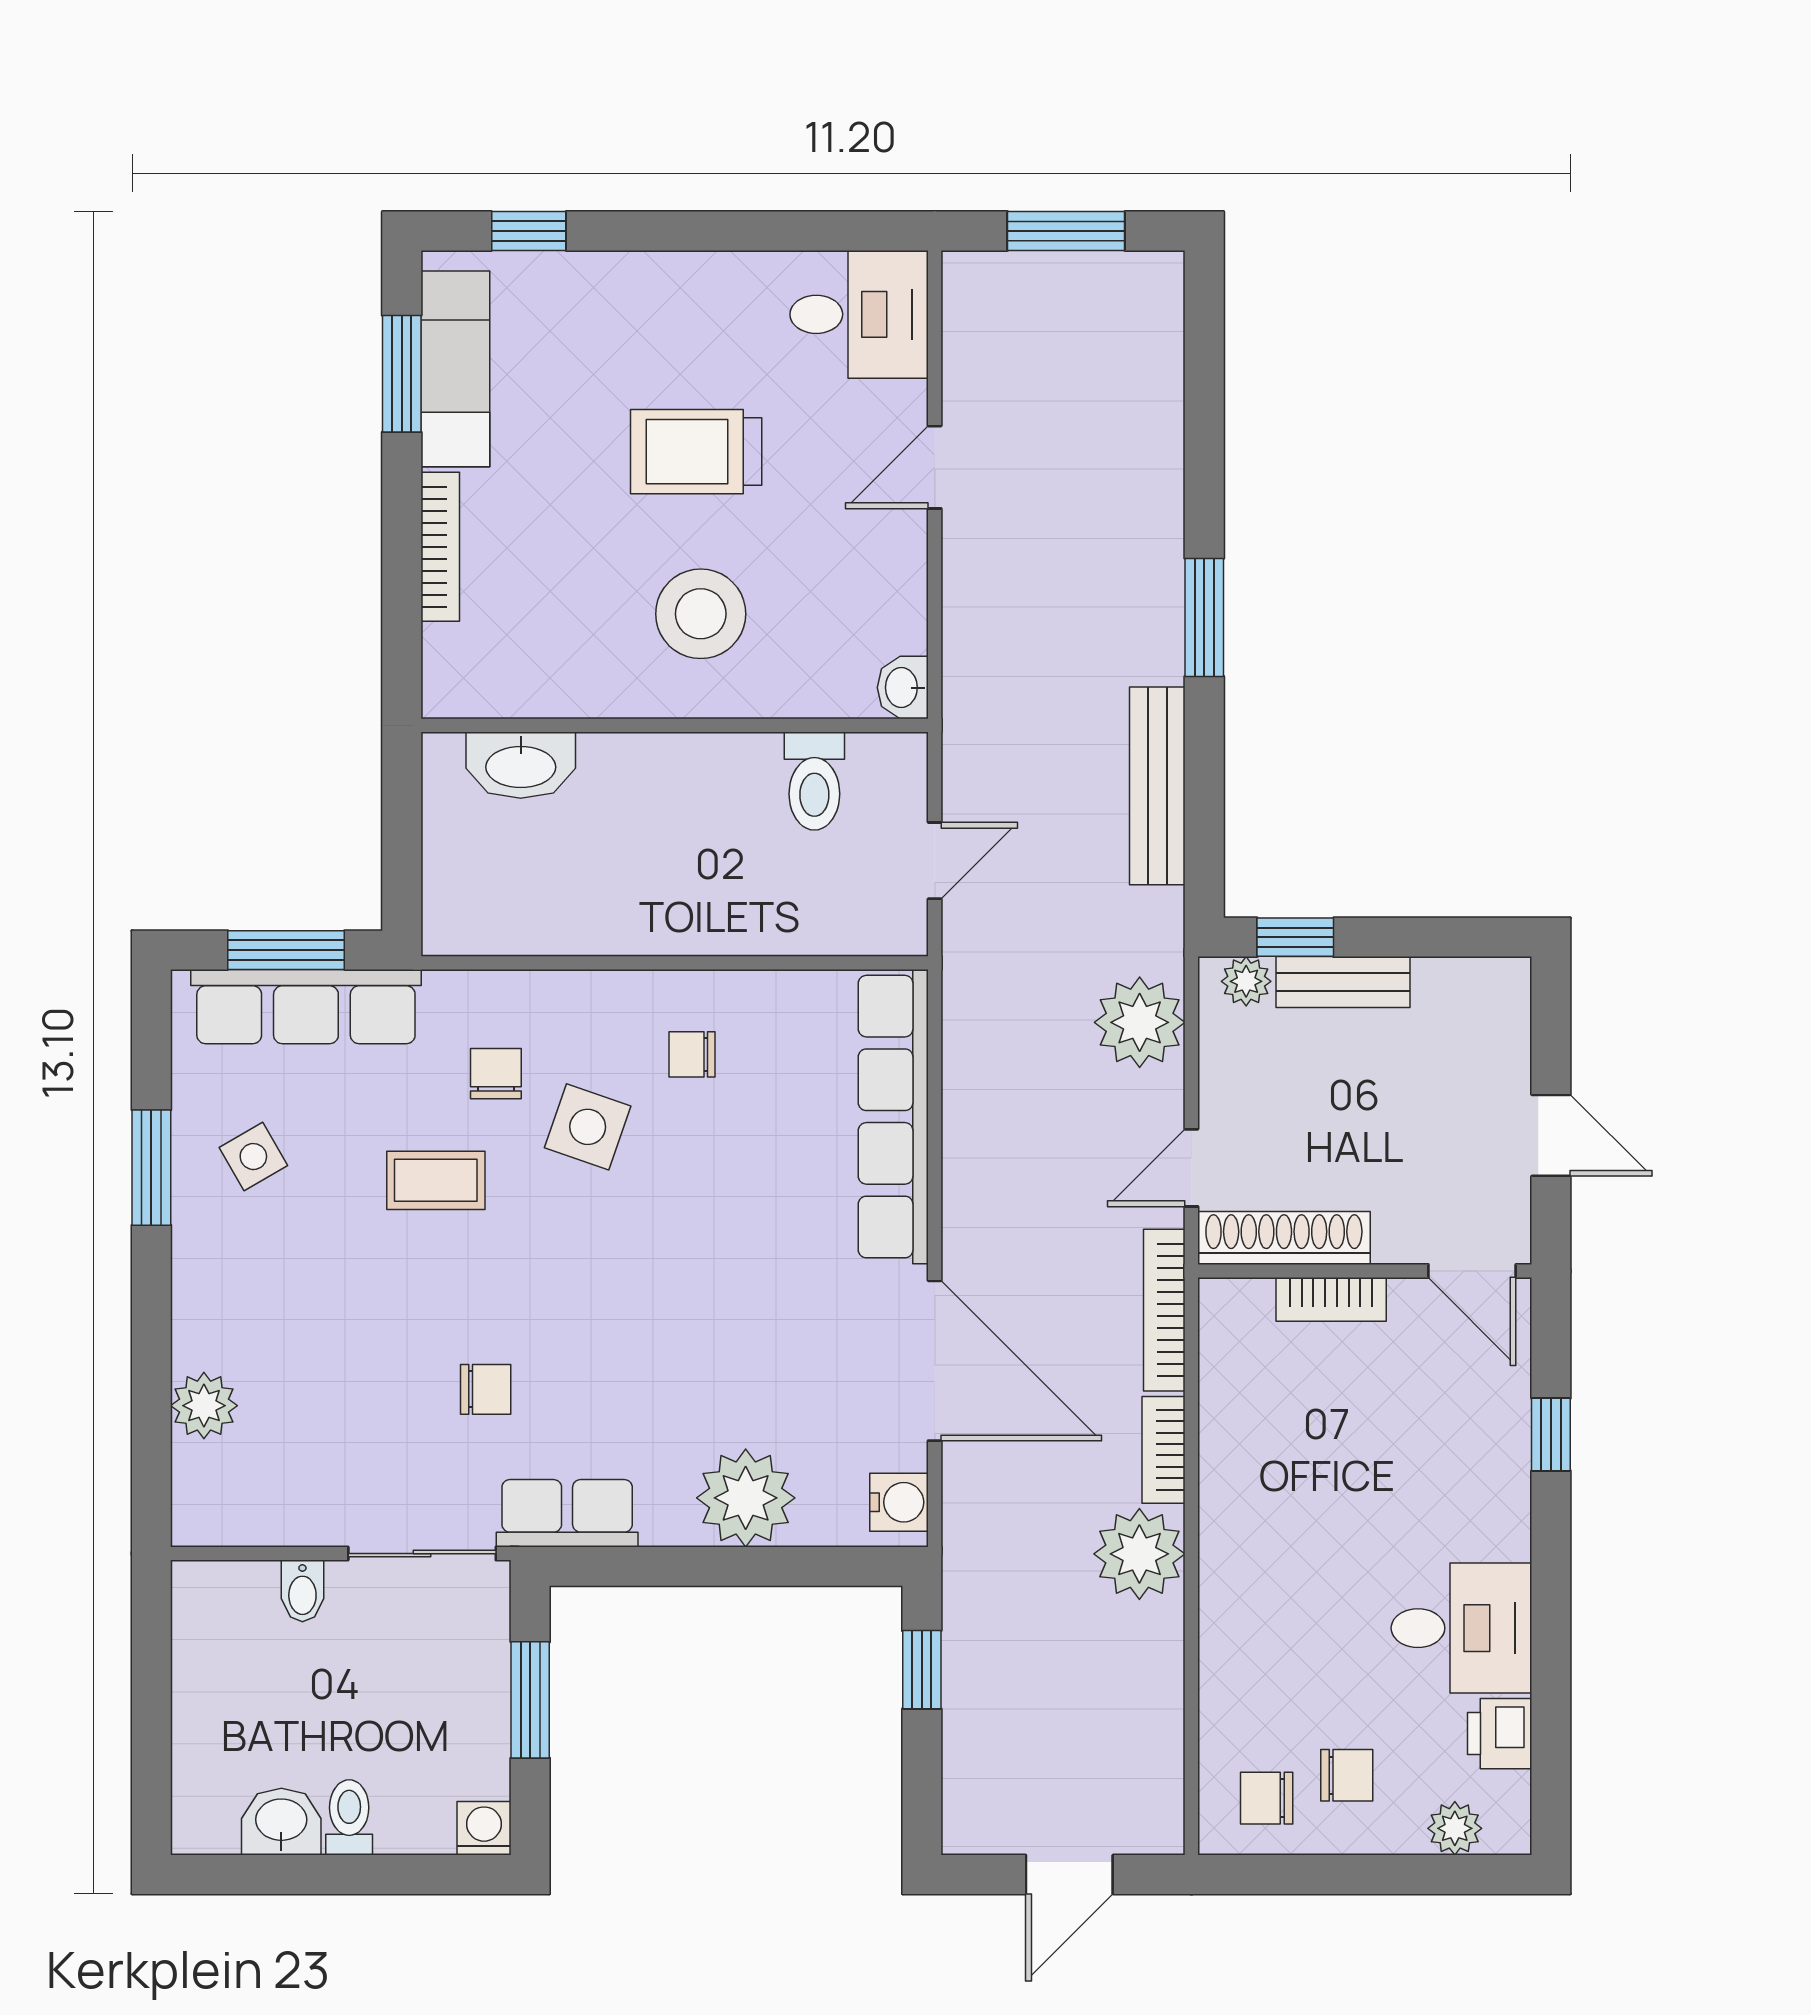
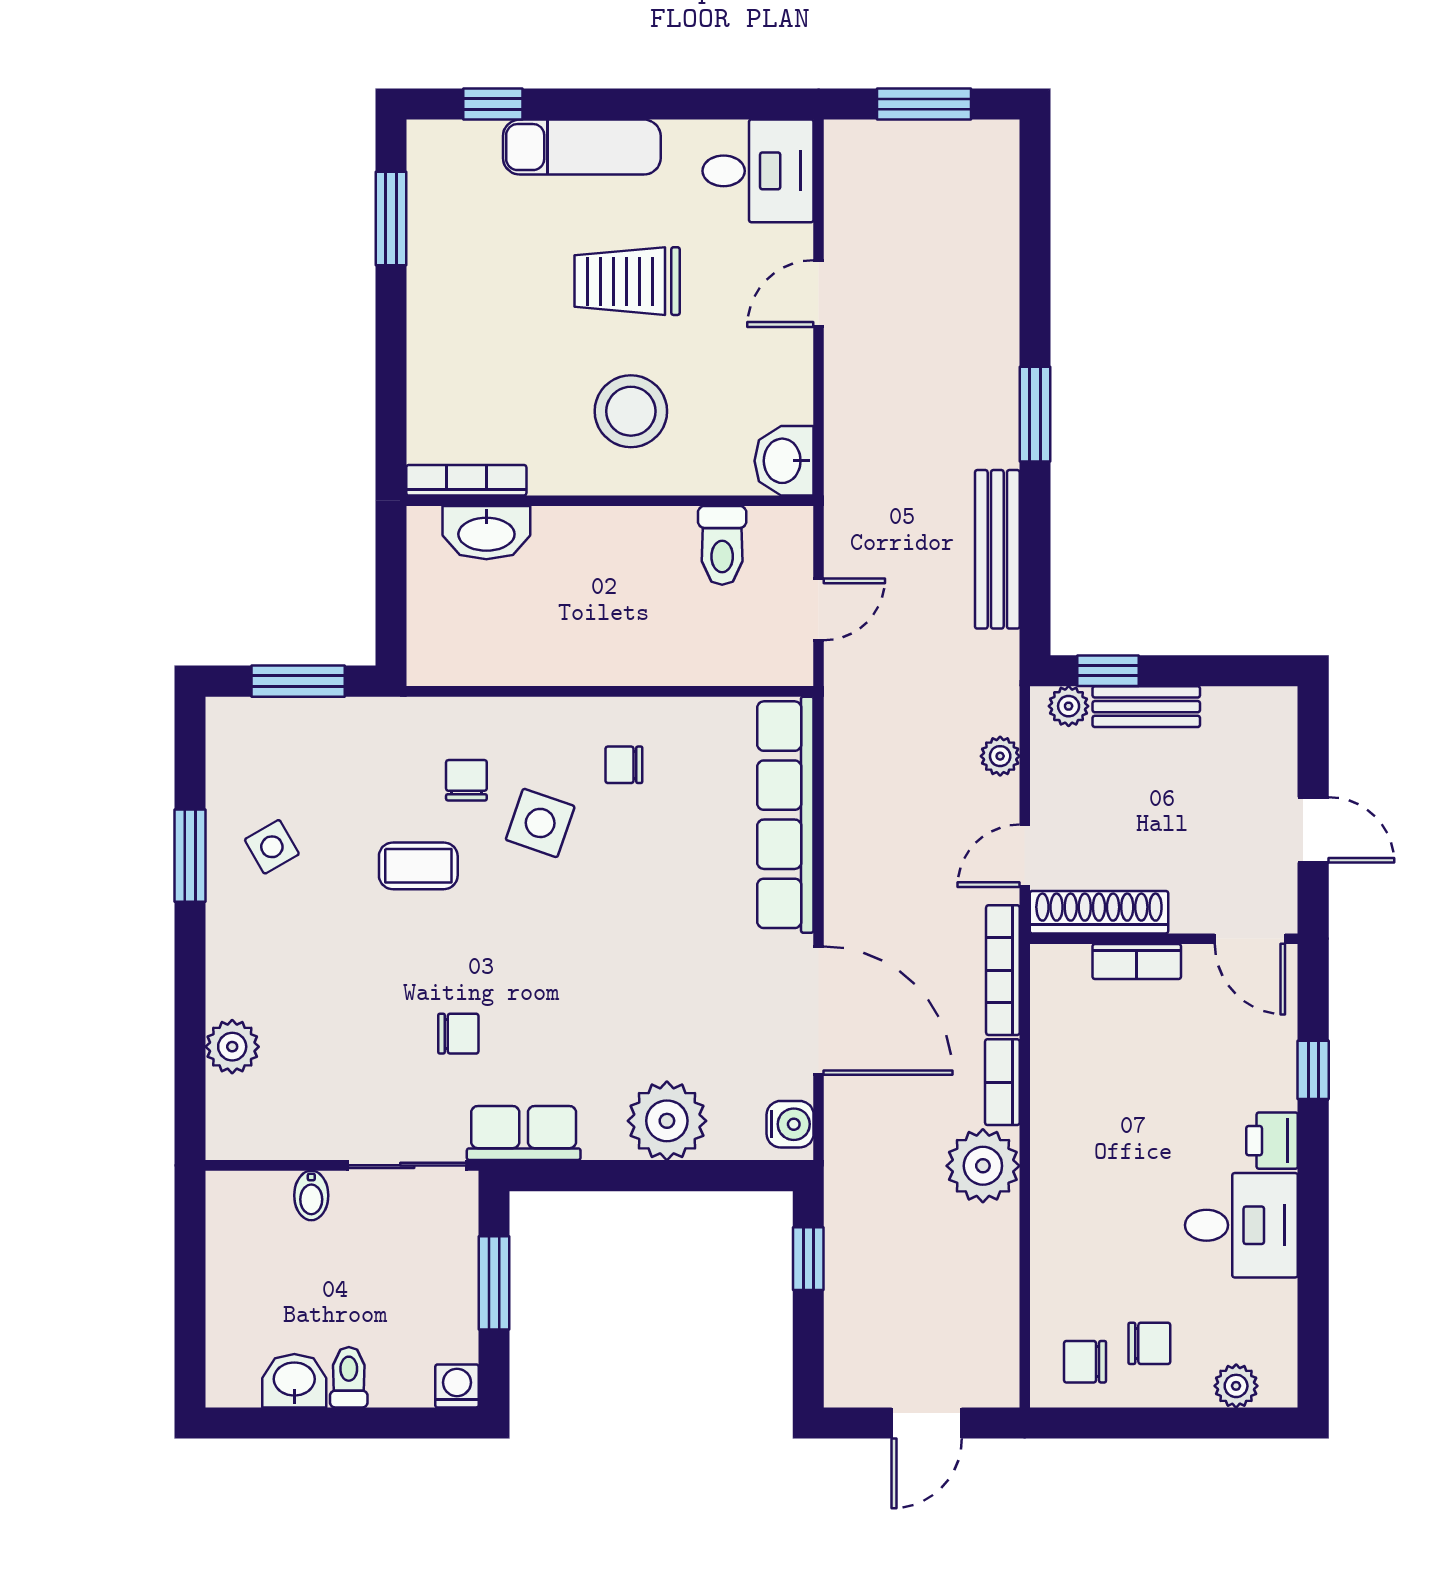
exam couch: (455, 369) -> (582, 147), moved, turned 90
bookcase: (440, 547) -> (466, 480), moved, turned -90
washbasin: (903, 688) -> (784, 461), width x1.38, depth x1.45
row of seats: (306, 1007) -> (314, 726), removed
plant: (1140, 1022) -> (1000, 756), width x0.53, depth x0.53
printer: (1500, 1734) -> (1272, 1141), moved

